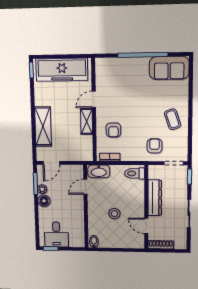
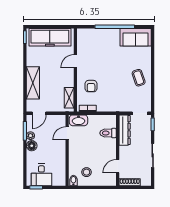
shelving: (87, 121) -> (69, 98), moved
armchair: (155, 146) -> (124, 99), removed
toilet: (134, 173) -> (108, 133), moved
dresser: (155, 198) -> (125, 130), moved
stool: (114, 214) -> (86, 172), moved
door: (146, 226) -> (118, 166), hinge flipped

